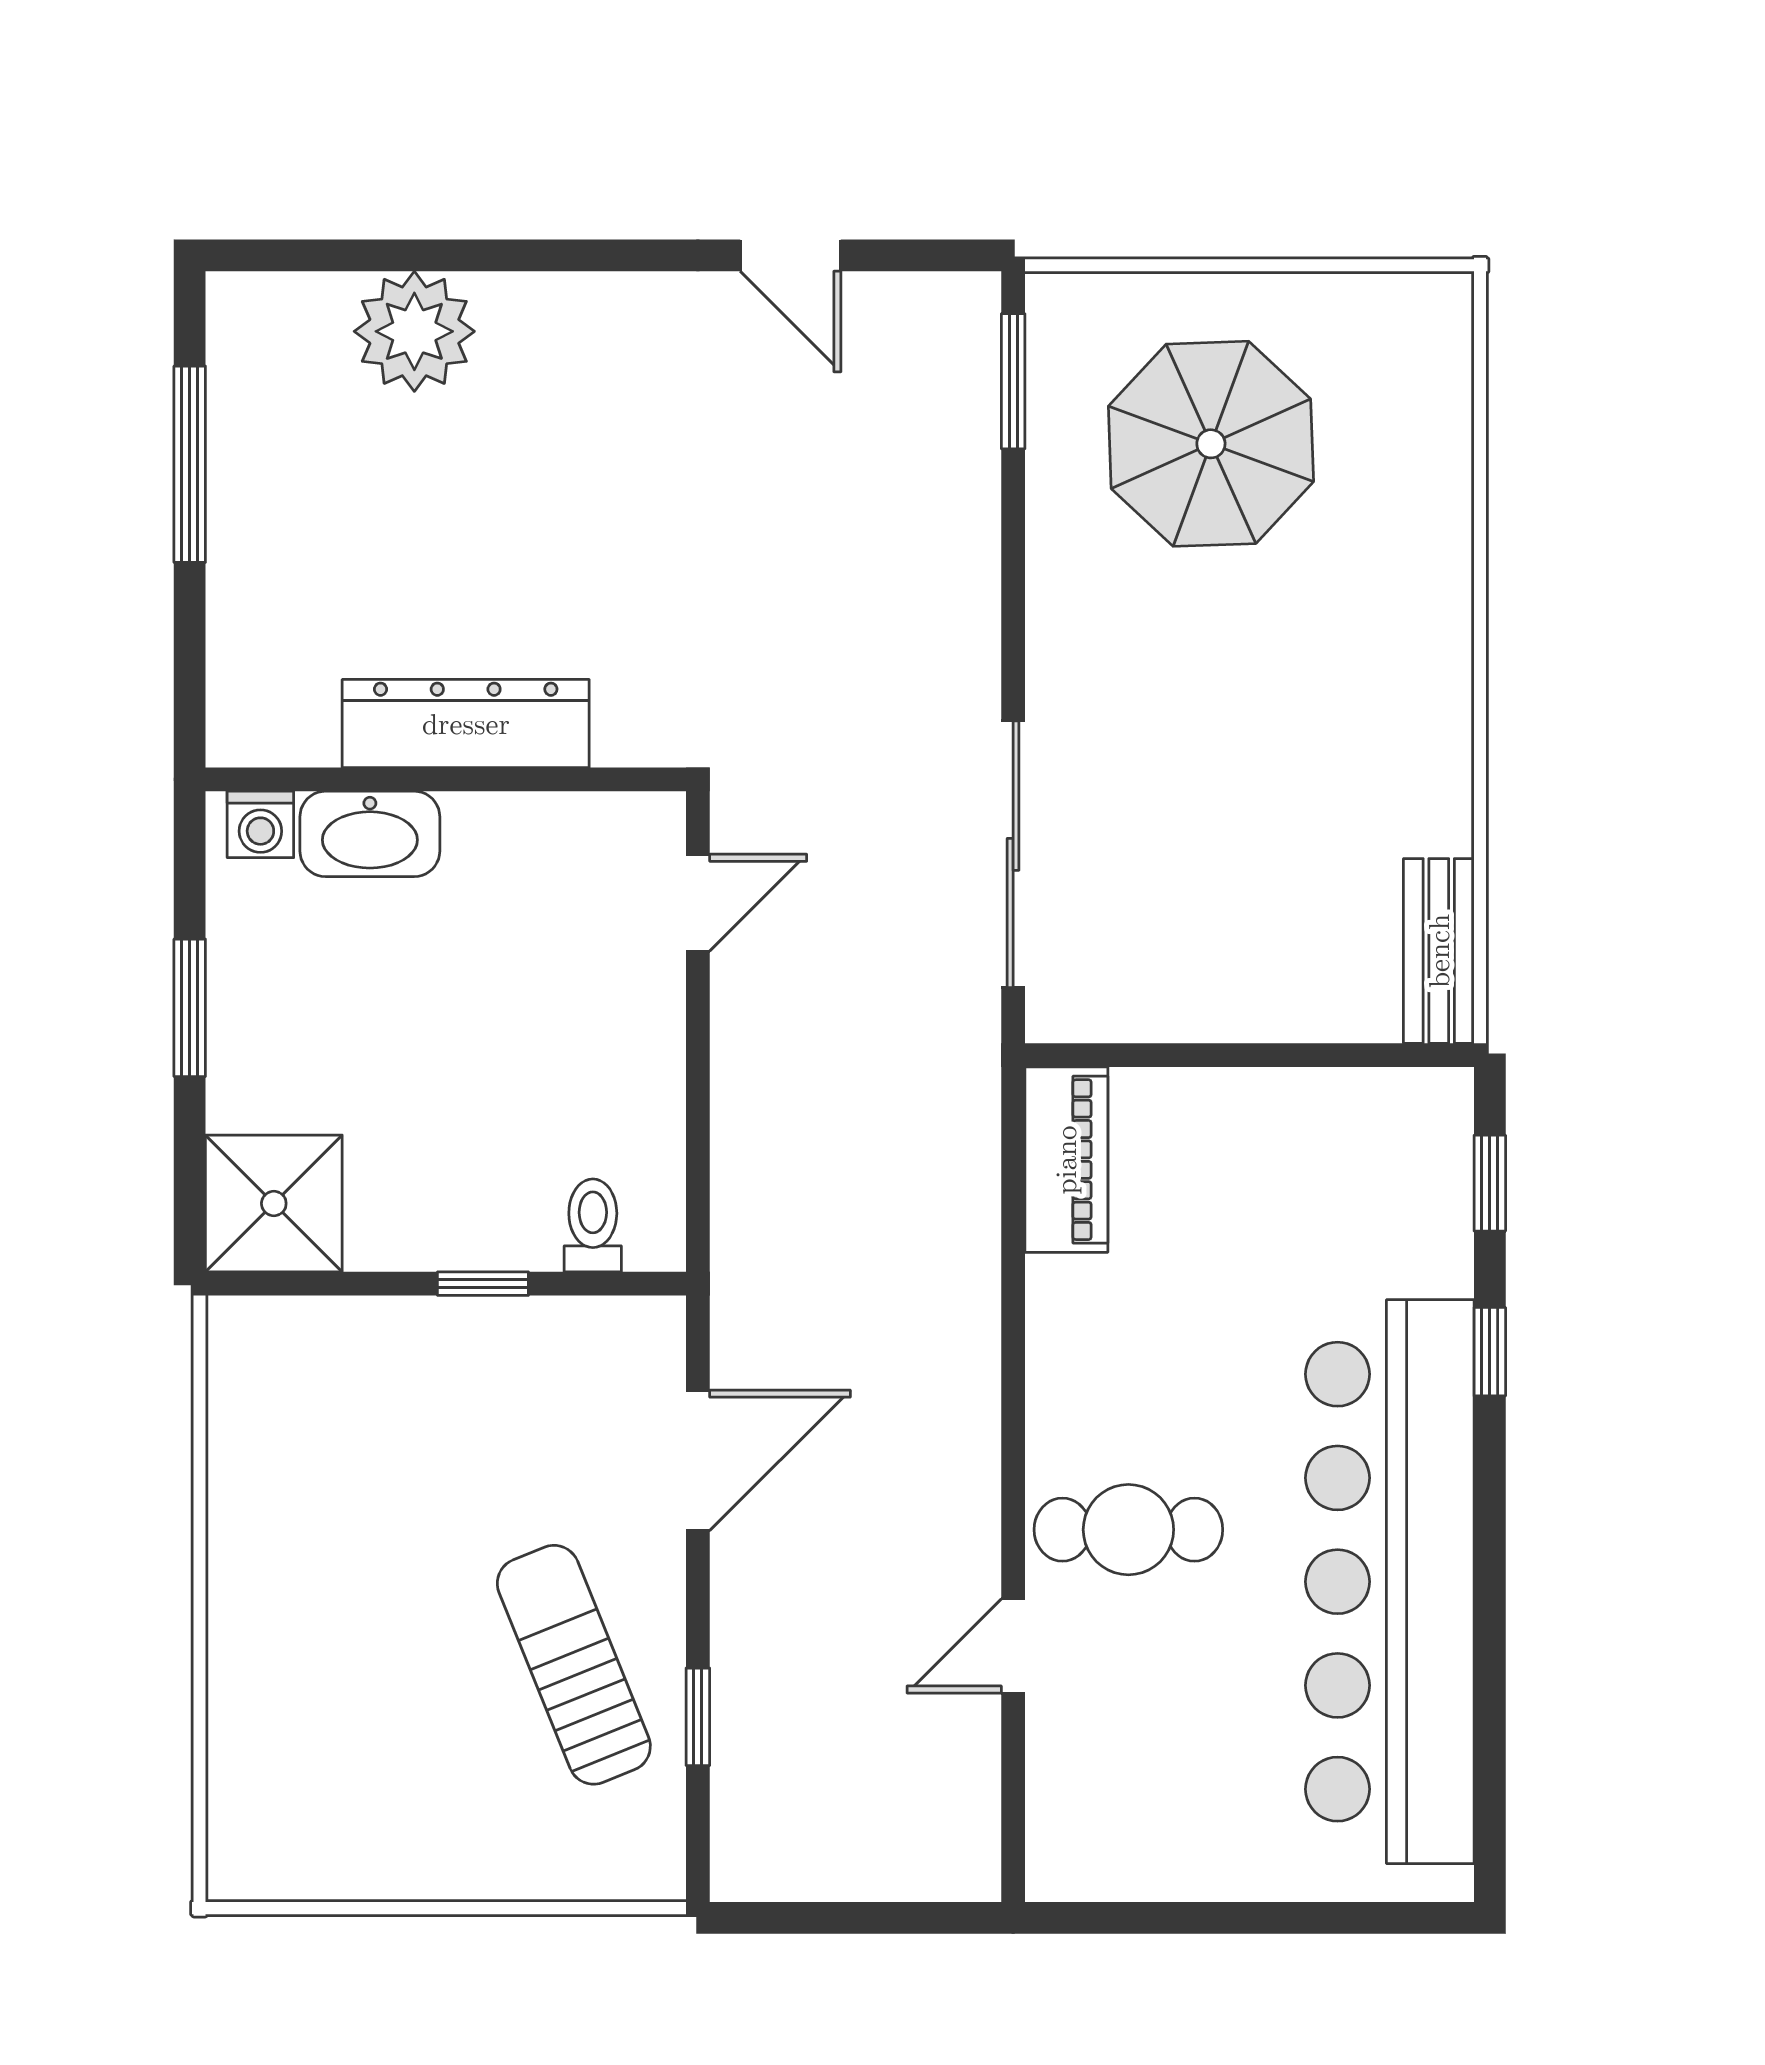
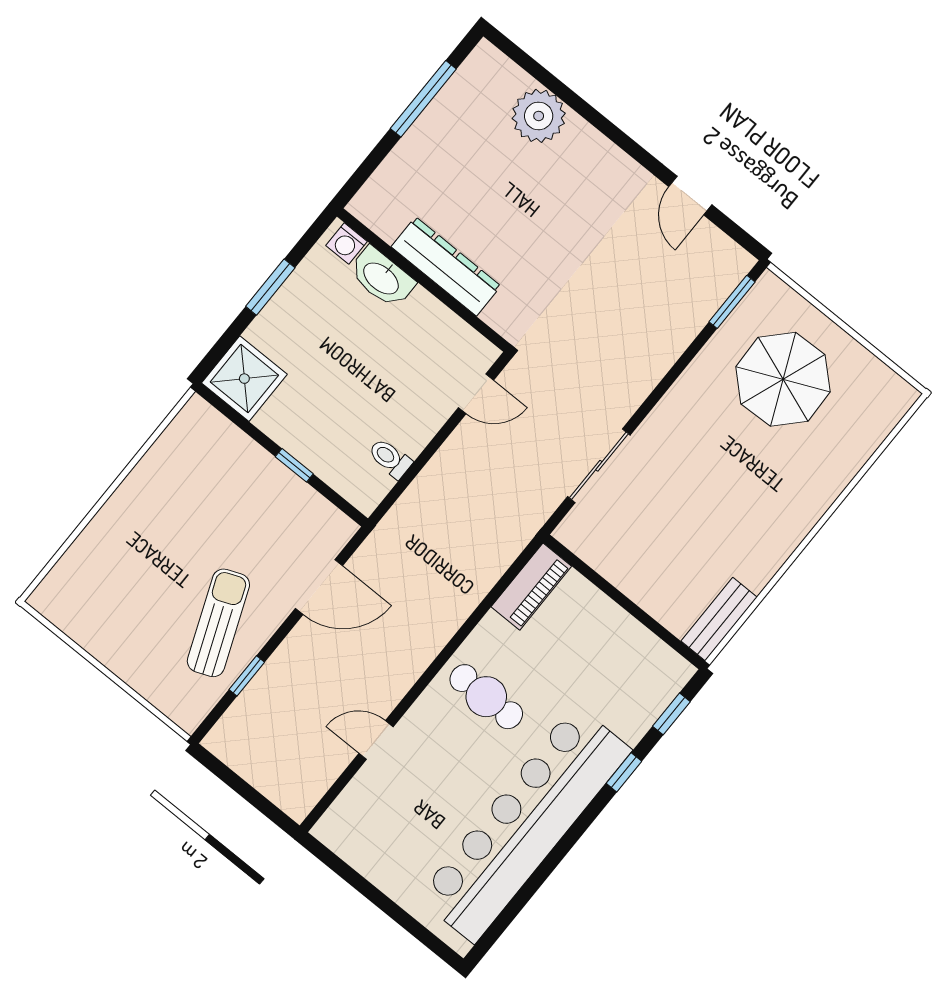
sliding door: (1013, 854) -> (599, 466), width x0.73
toilet: (593, 1225) -> (390, 458), moved, turned -90
cafe table: (1128, 1530) -> (486, 697), moved

